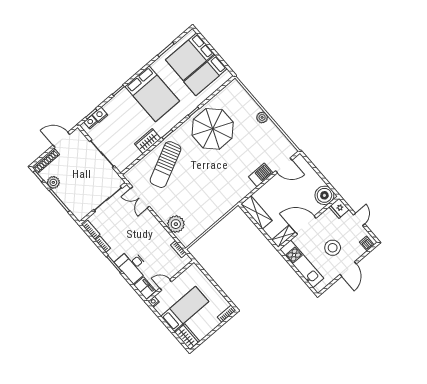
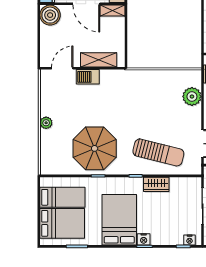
nightstand: (100, 115) -> (144, 239), moved
sun lounger: (165, 165) -> (158, 152), turned 40
door: (284, 165) -> (62, 68), hinge flipped
shelving: (256, 212) -> (99, 60), moved, turned 90

